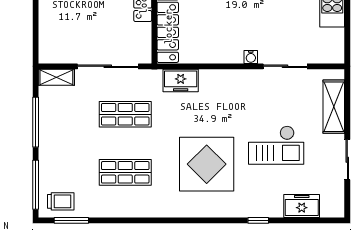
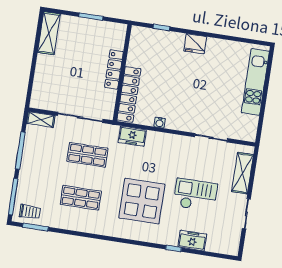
water cooler: (251, 57) -> (160, 123), moved
checkout: (276, 145) -> (195, 195), turned 180
freezer: (302, 206) -> (192, 240), moved

